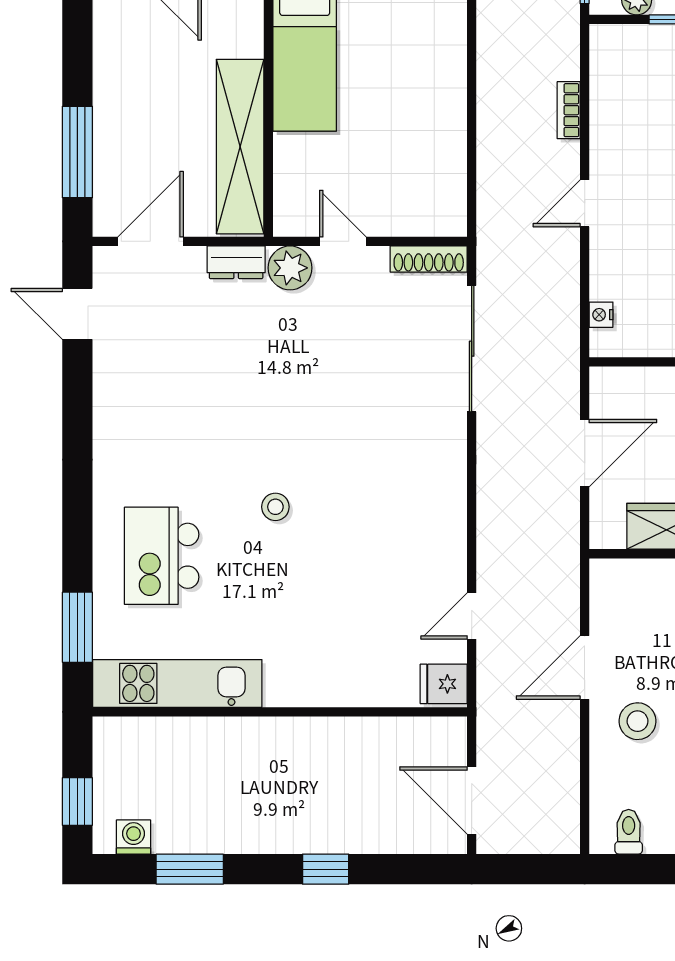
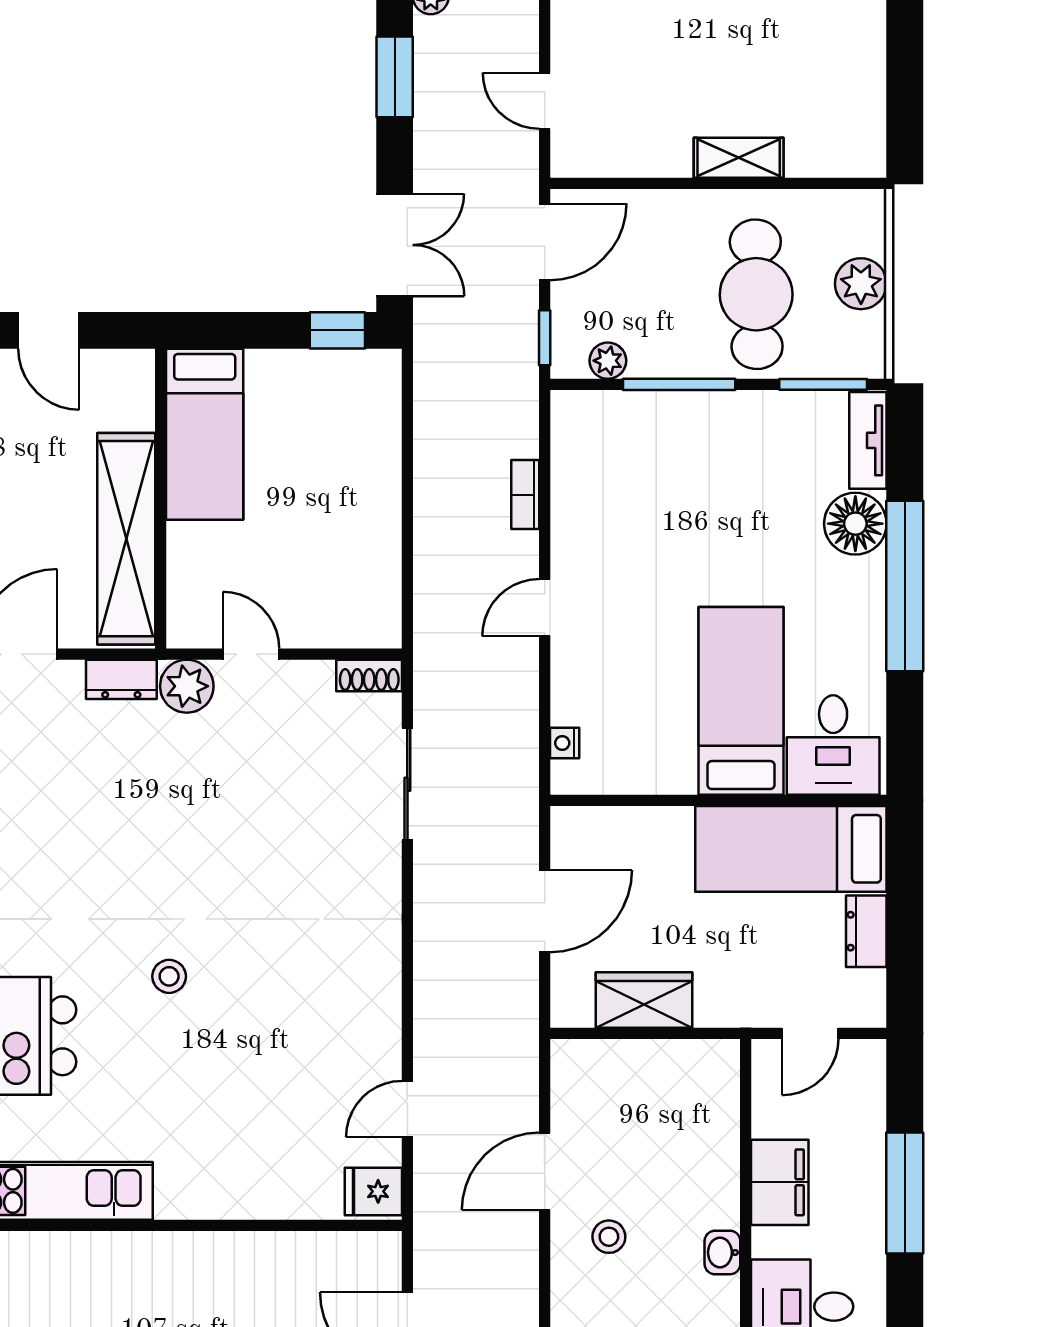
shoe rack: (429, 259) -> (369, 675), width x0.70
sliding door: (472, 349) -> (407, 784), width x0.73
stool: (638, 721) -> (609, 1237), width x0.73, depth x0.73

